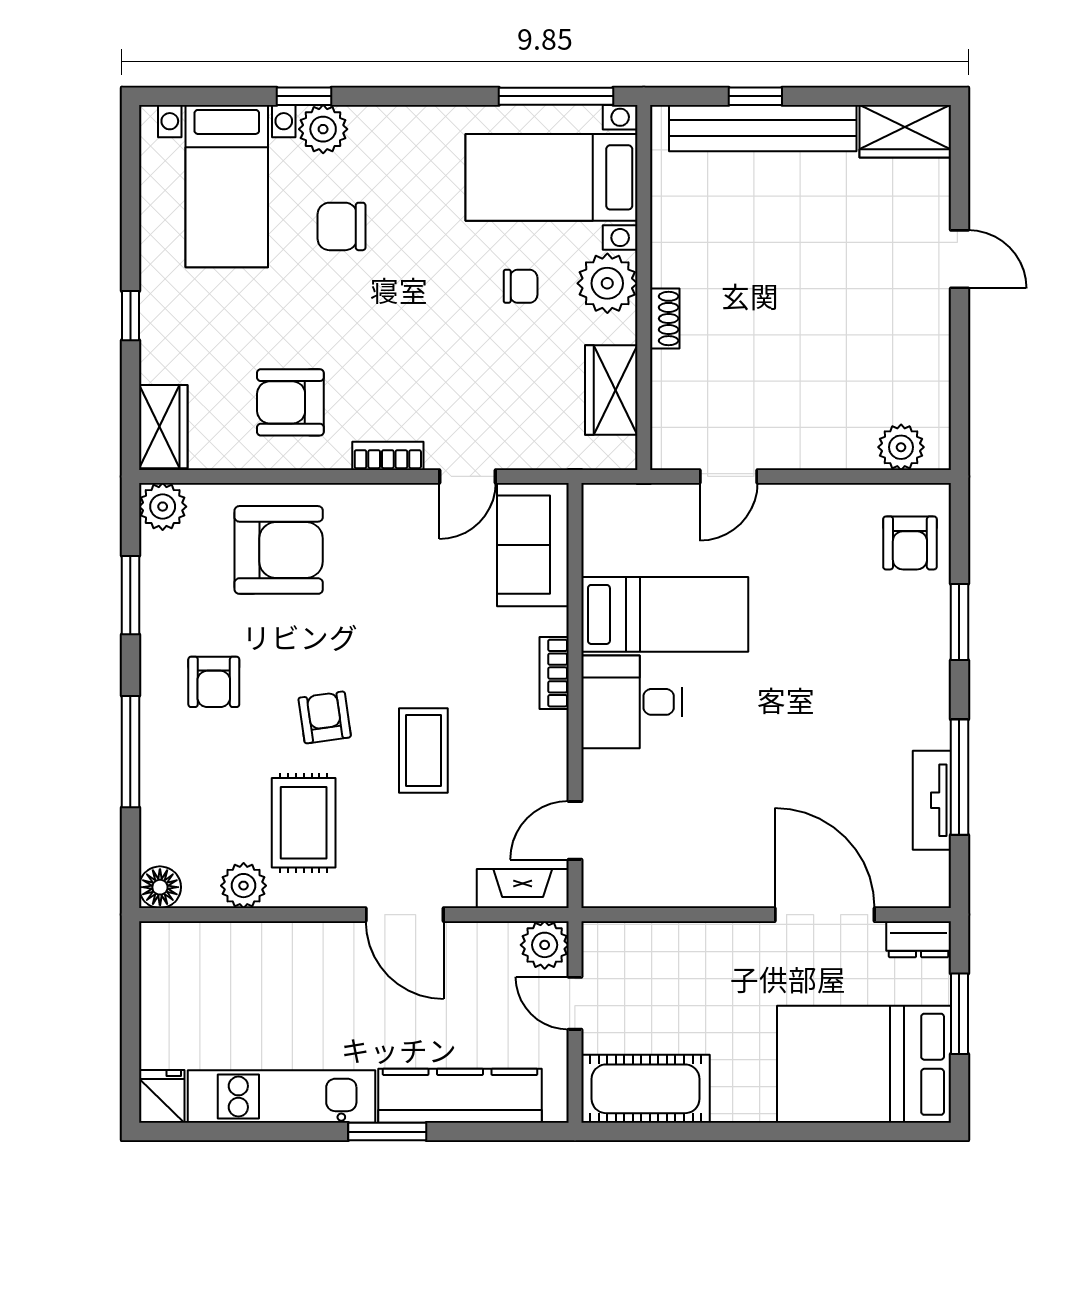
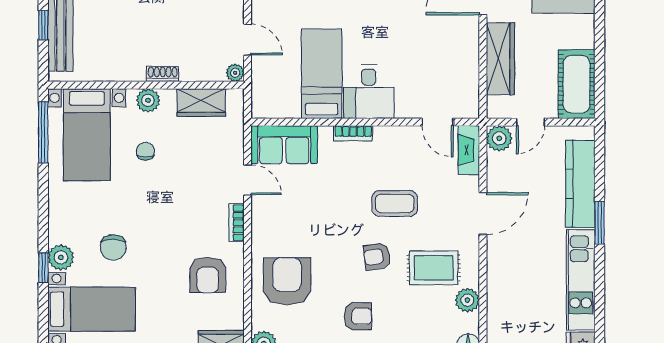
plant: (607, 283) -> (148, 100), width x0.73, depth x0.73
plant: (667, 453) -> (235, 73), added
wardrobe: (693, 947) -> (500, 59), added

